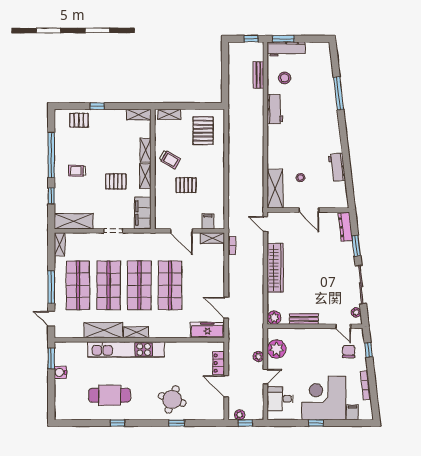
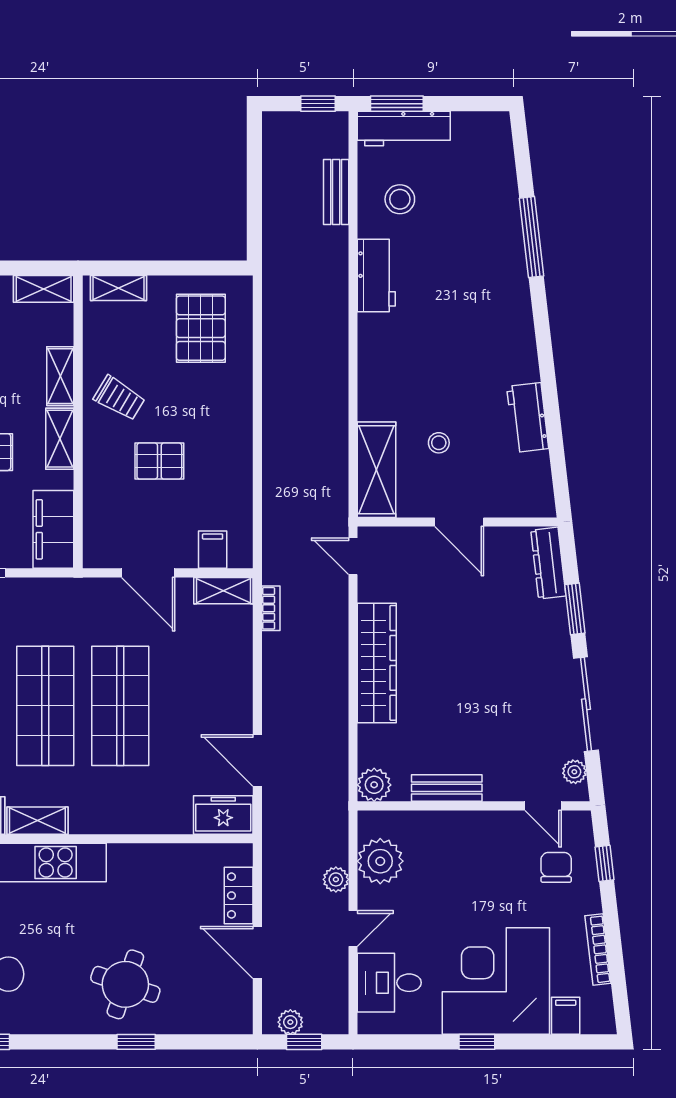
freezer: (207, 330) -> (223, 815), width x0.71

